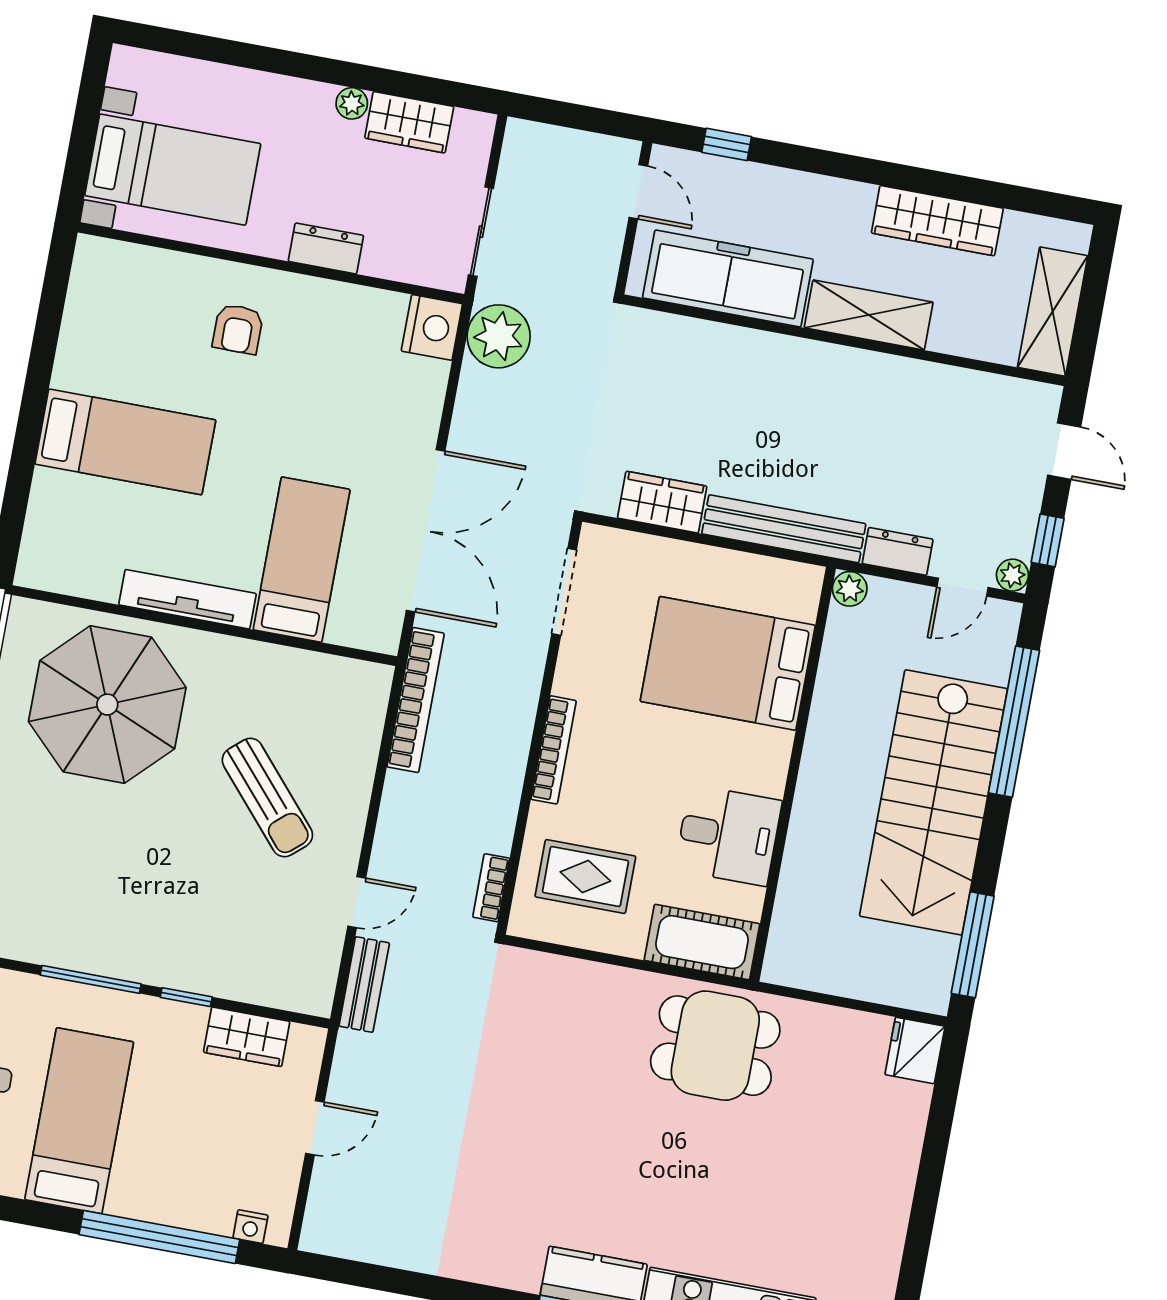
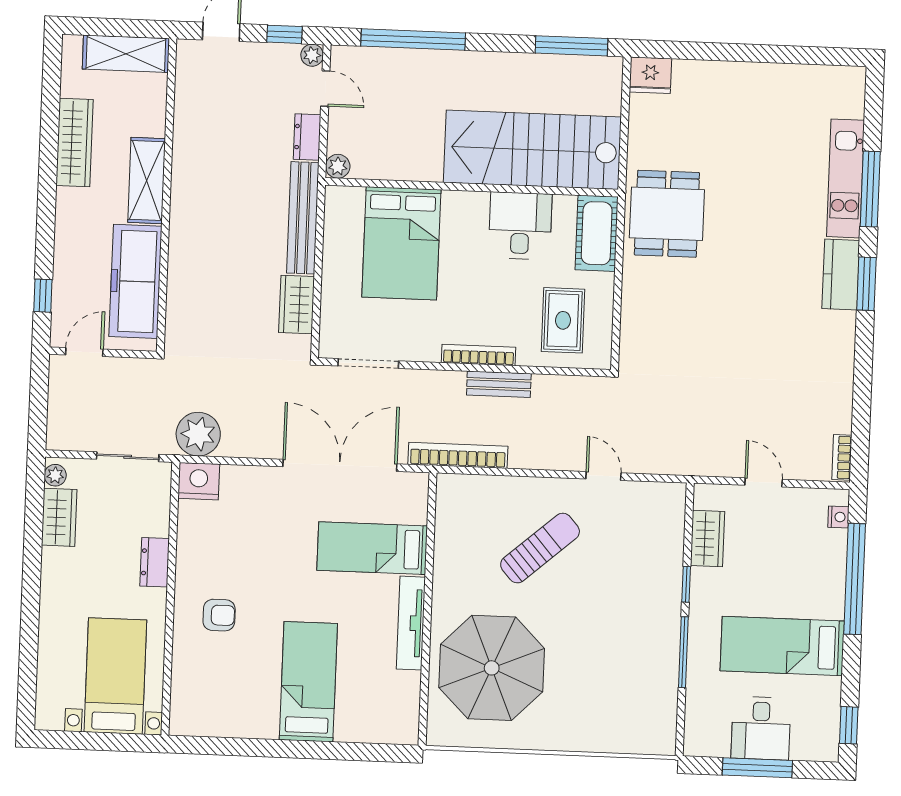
plant: (352, 103) -> (55, 475), moved
stairs: (933, 802) -> (532, 150), moved, turned 180
bookcase: (491, 888) -> (842, 457), moved, turned 90
bench: (364, 984) -> (499, 384), moved

